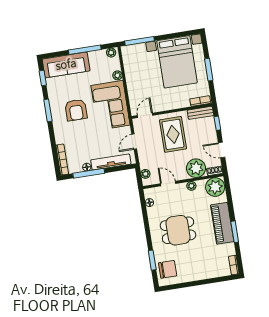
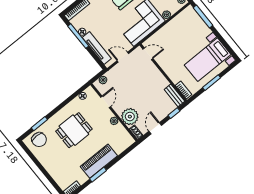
bed with nightstands: (177, 62) -> (208, 60), width x0.73
rug: (173, 134) -> (146, 84), removed
plant: (215, 187) -> (124, 140), removed
dining table: (178, 230) -> (74, 130), turned 90

